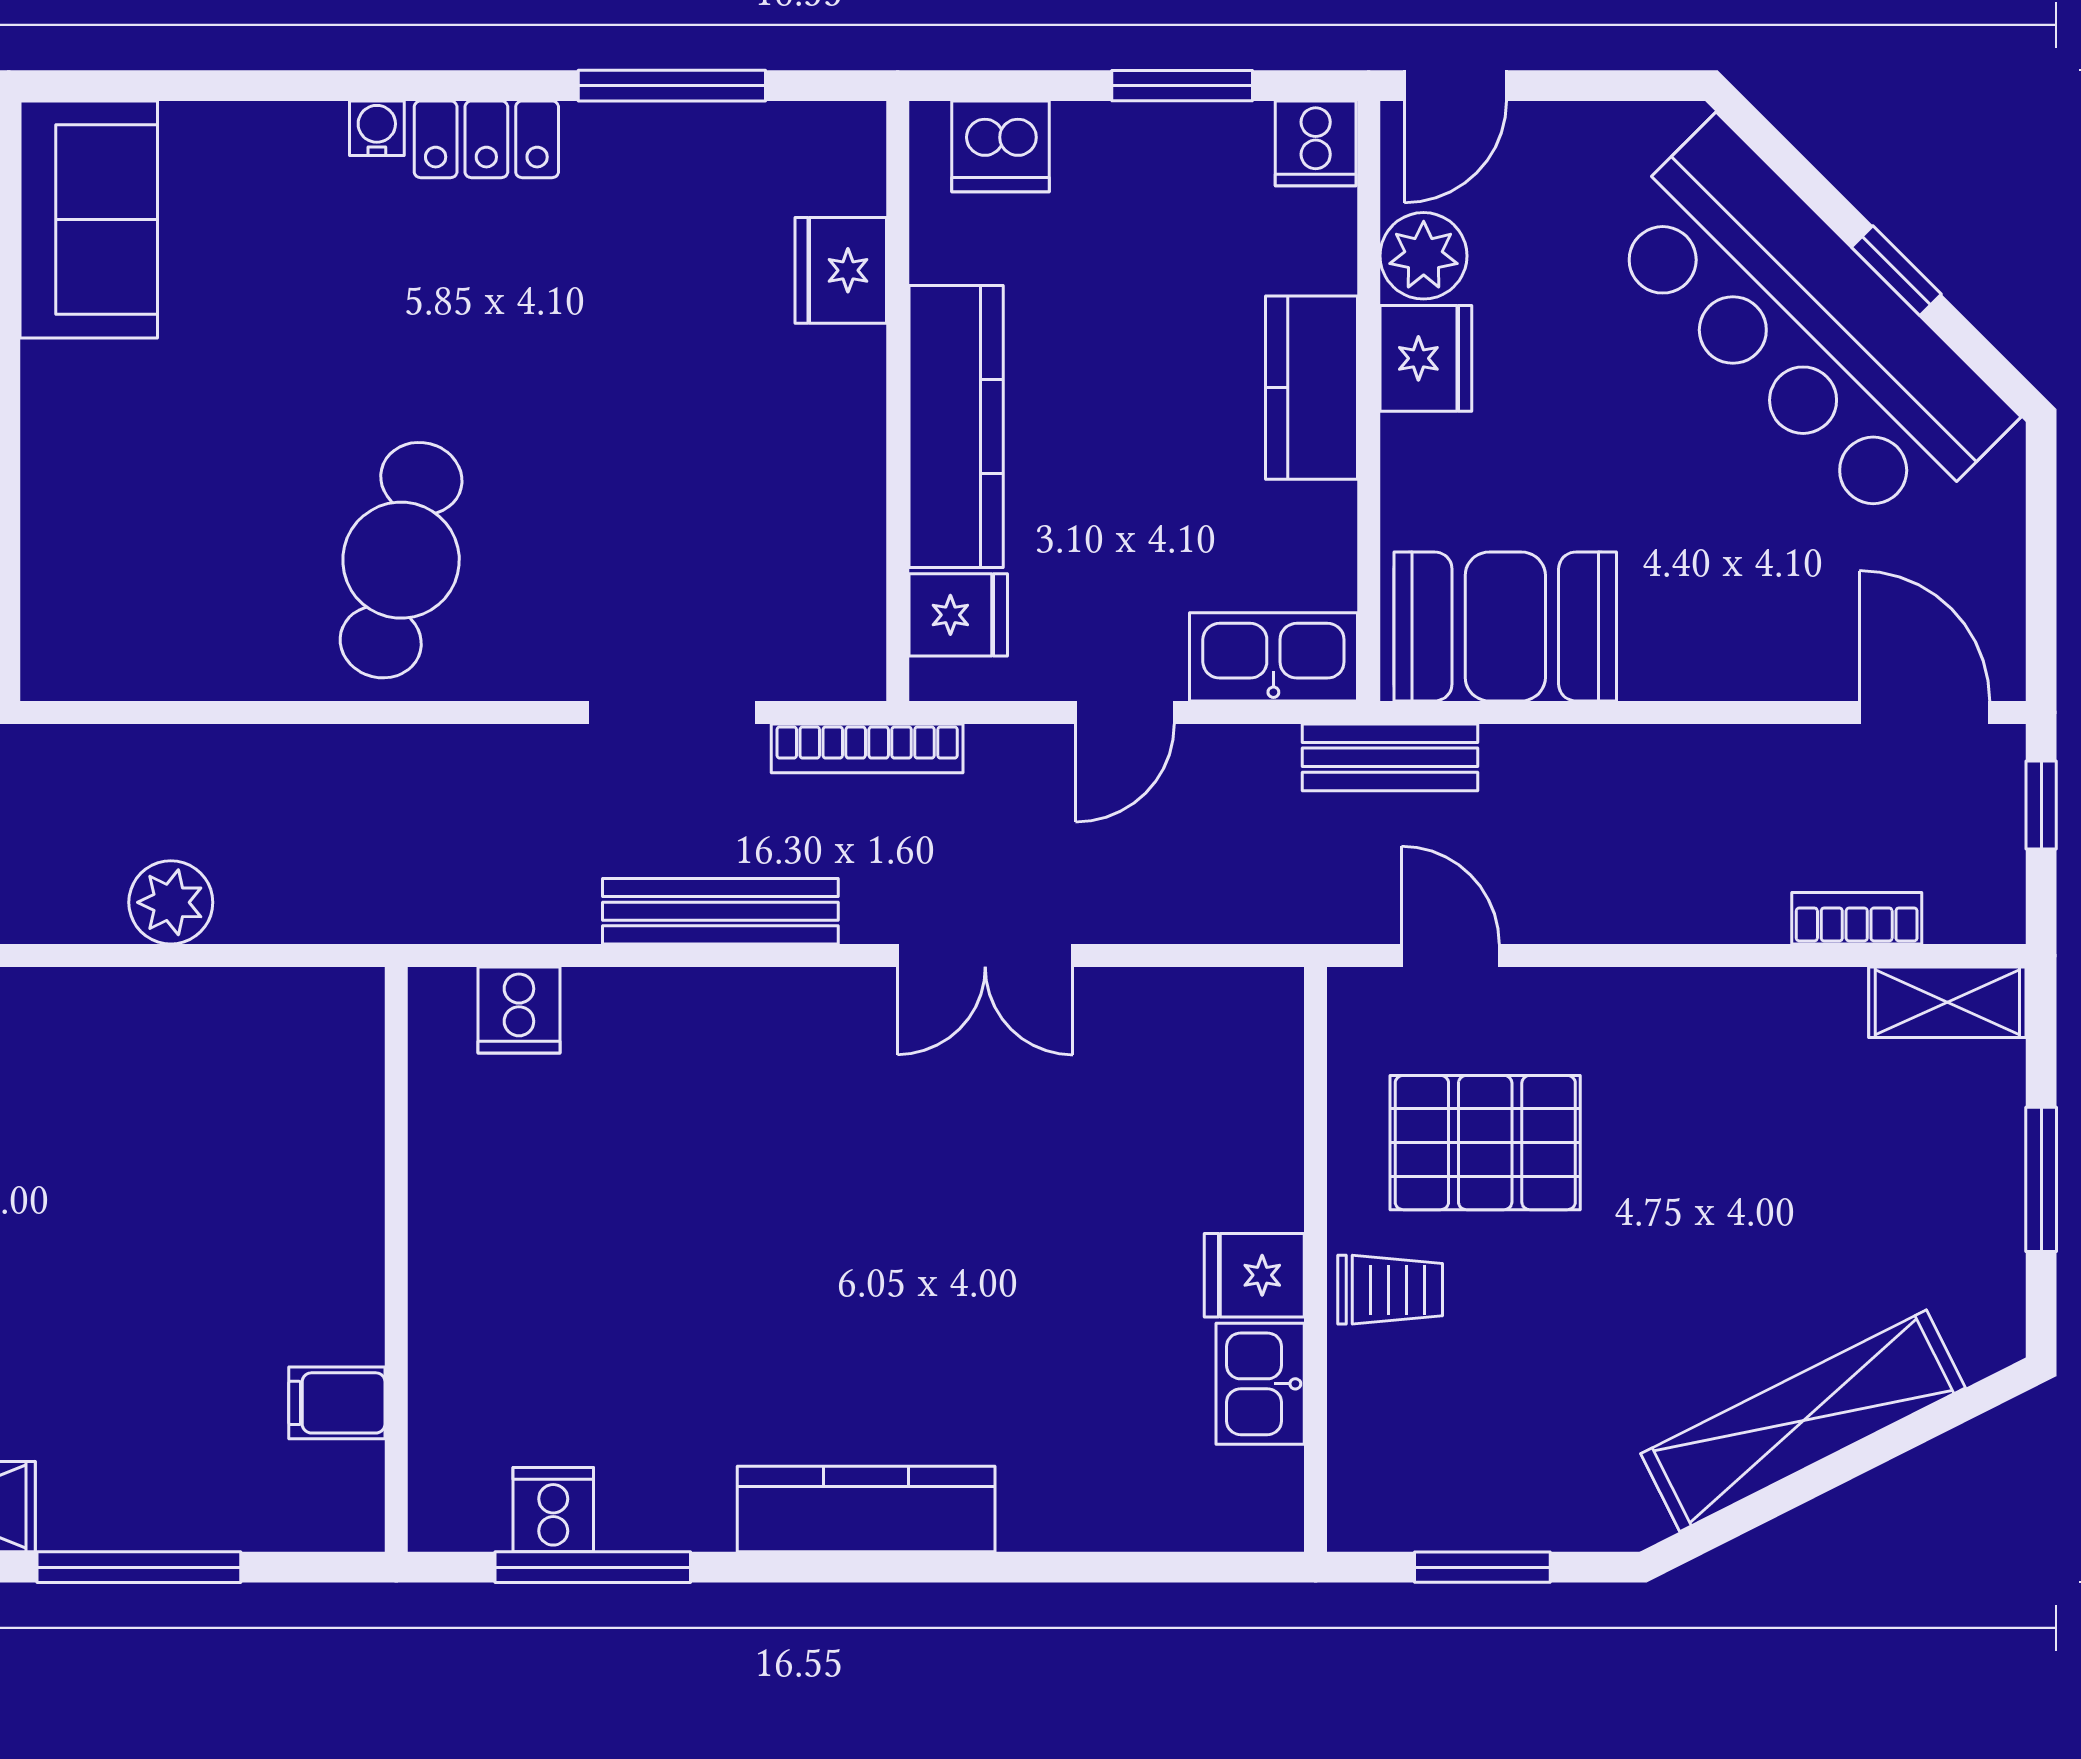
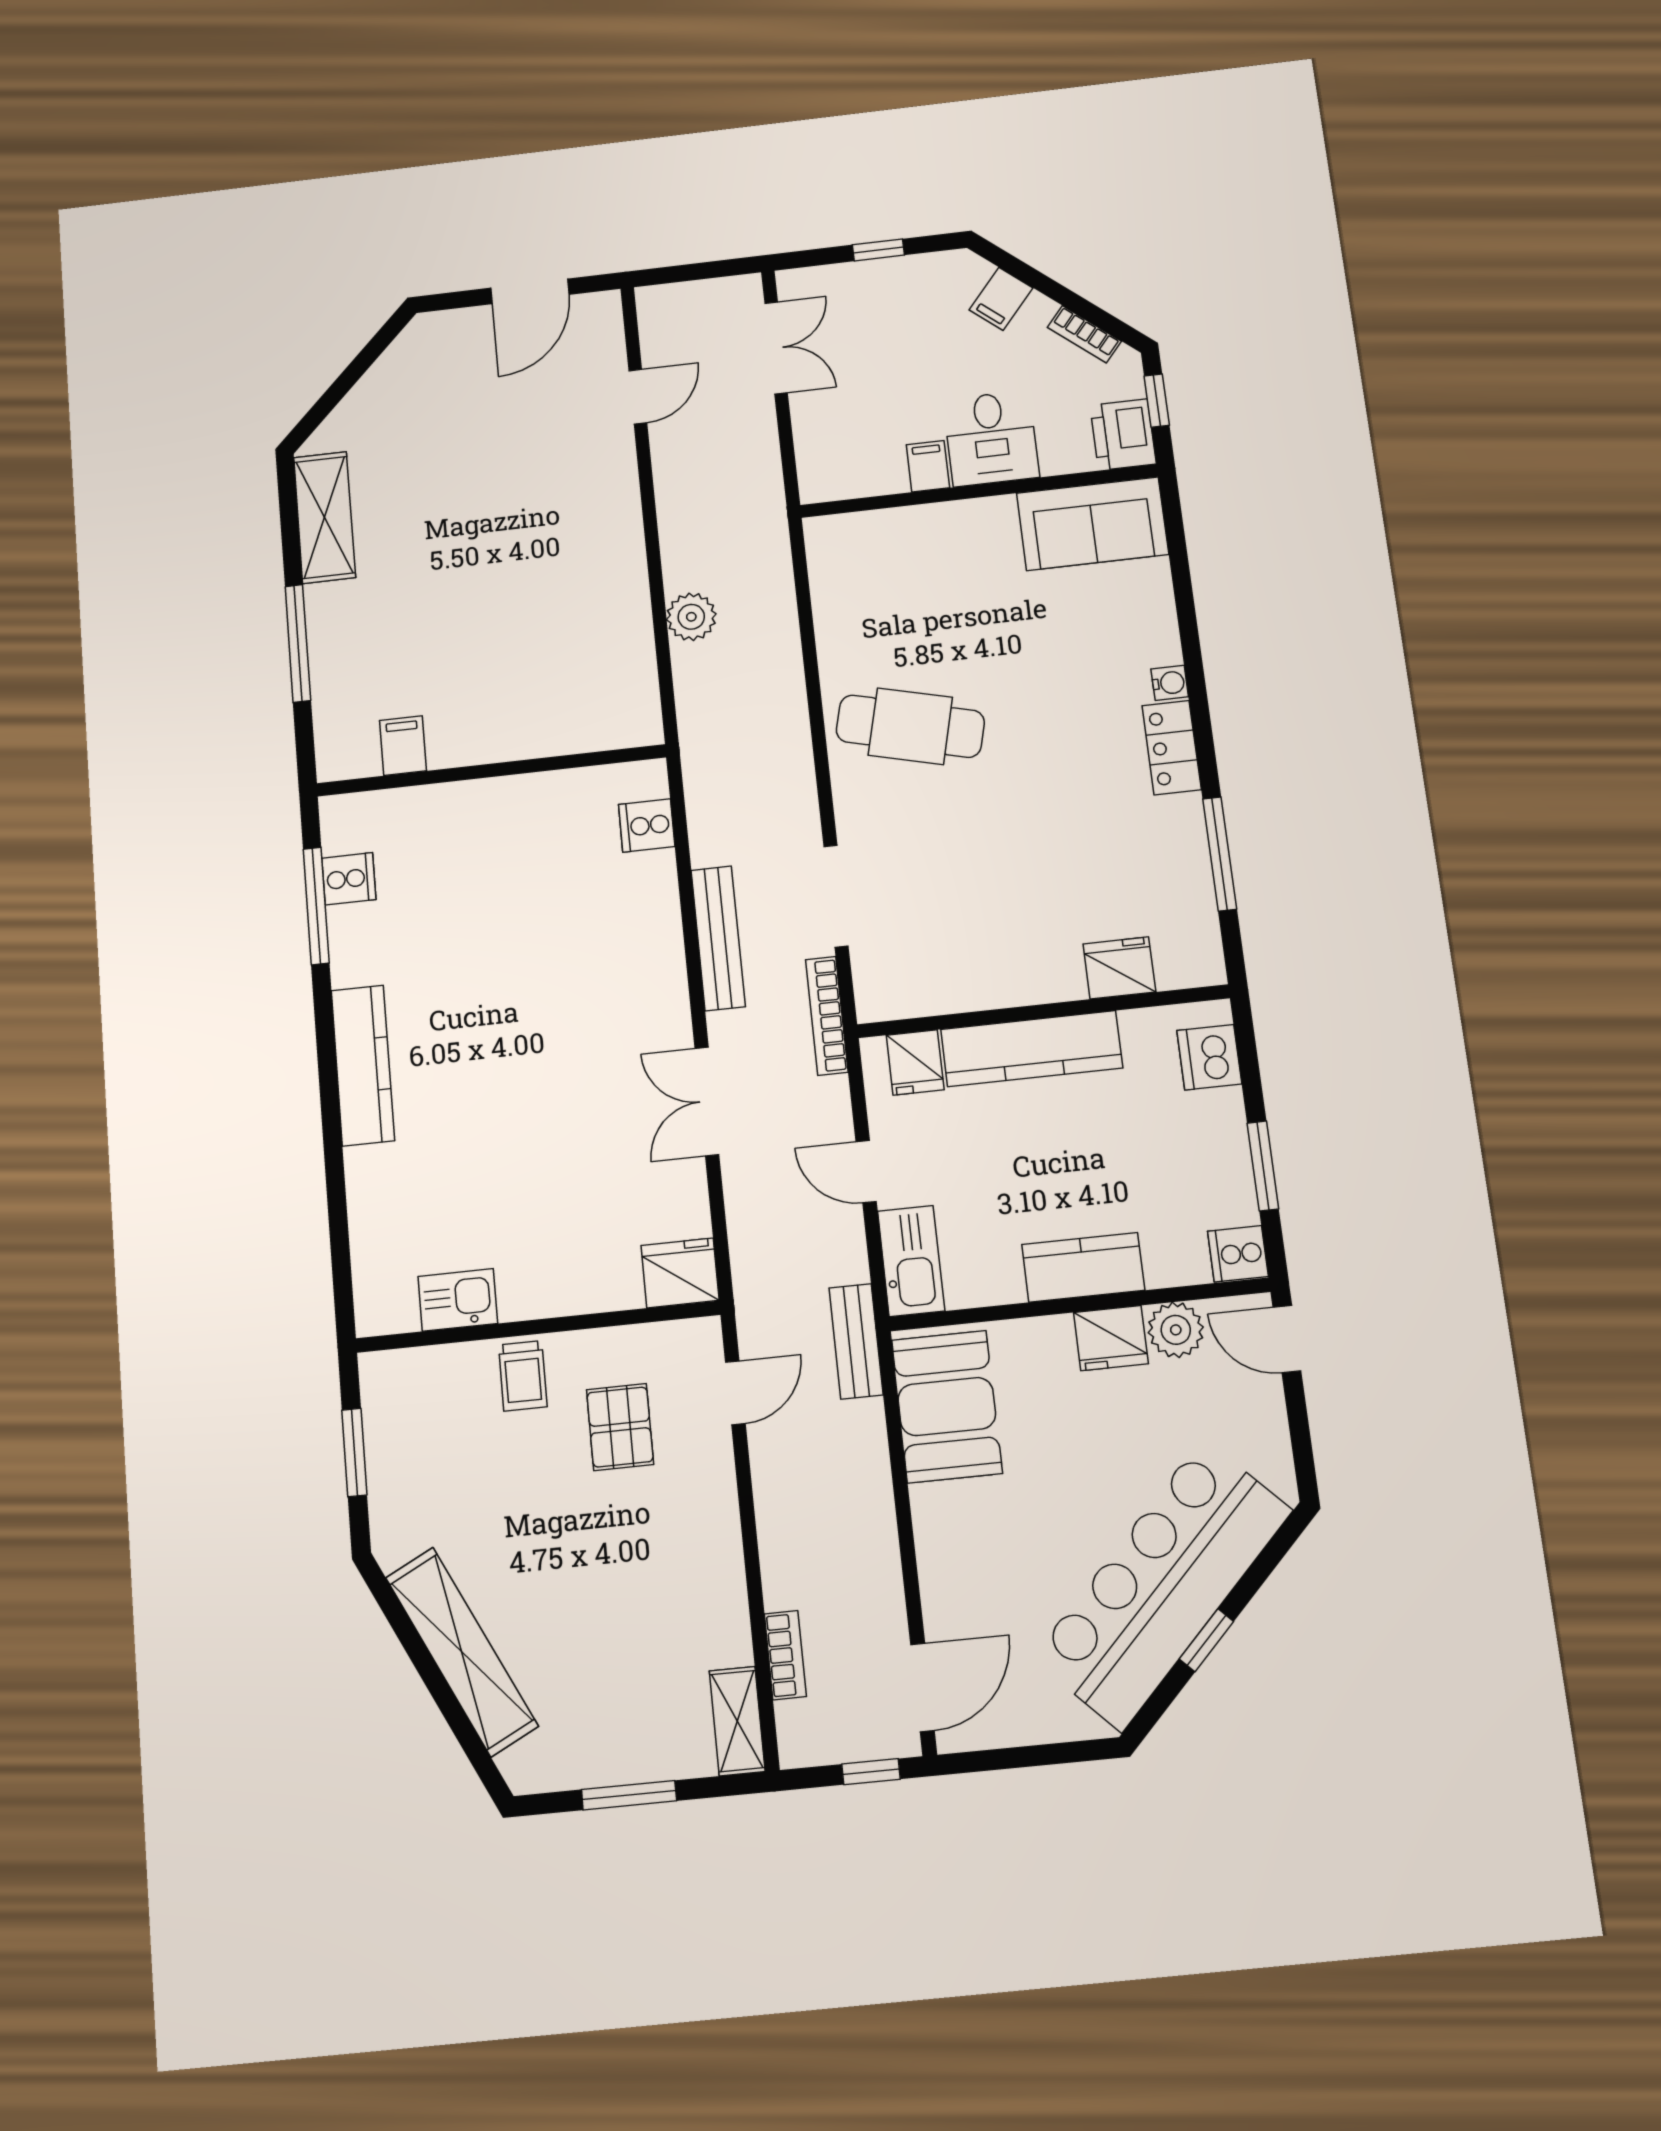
pallet: (1485, 1143) -> (620, 1427), width x0.67, depth x0.71
fridge: (1254, 1275) -> (680, 1273), moved, width x1.38

